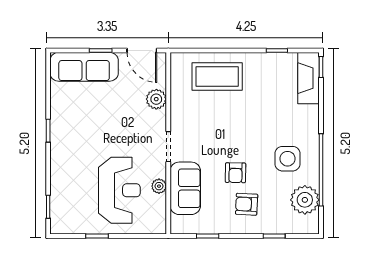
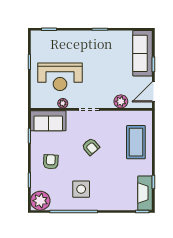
fireplace: (309, 78) -> (145, 193), moved, turned -90
armchair: (236, 173) -> (91, 147), moved, turned -132
sofa: (185, 188) -> (48, 121), moved
plant: (305, 200) -> (40, 201), moved

